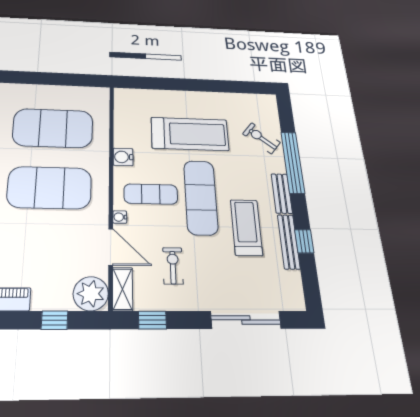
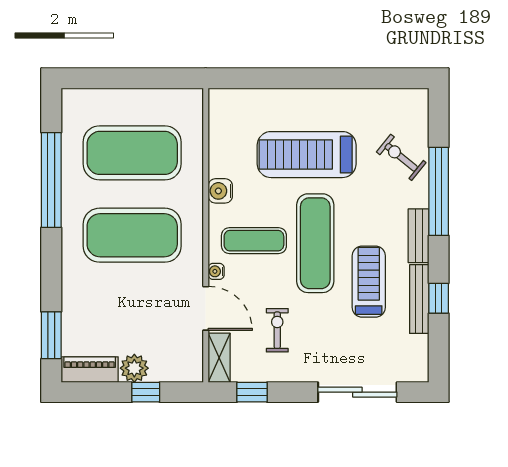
treadmill: (190, 134) -> (307, 155), turned 180
plant: (91, 294) -> (134, 368), moved, width x0.73, depth x0.73

